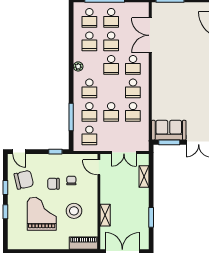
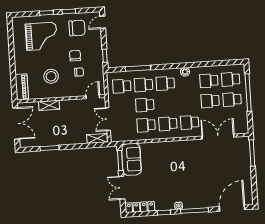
school desk: (111, 65) -> (188, 102), removed
shelving: (144, 176) -> (97, 138), moved
chair: (24, 180) -> (77, 28), turned -77
grand piano: (42, 214) -> (41, 36), moved

